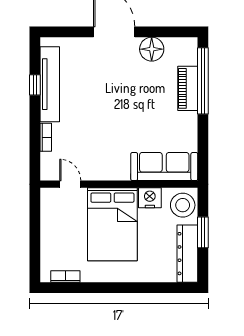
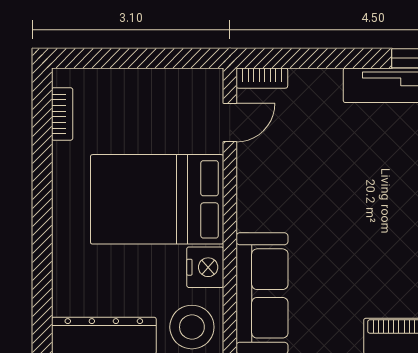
bookcase: (46, 137) -> (262, 78), moved

